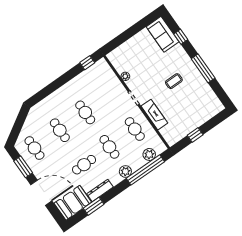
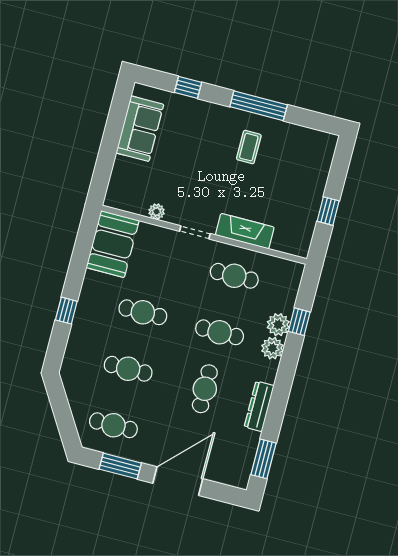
sofa: (163, 34) -> (140, 129), moved, turned -90
window: (87, 63) -> (66, 311), moved
coffee table: (174, 81) -> (249, 147), moved
plant: (149, 154) -> (278, 325), moved
window: (145, 170) -> (299, 322), width x0.32
booth: (73, 203) -> (113, 244), moved
window: (94, 206) -> (264, 459), moved

